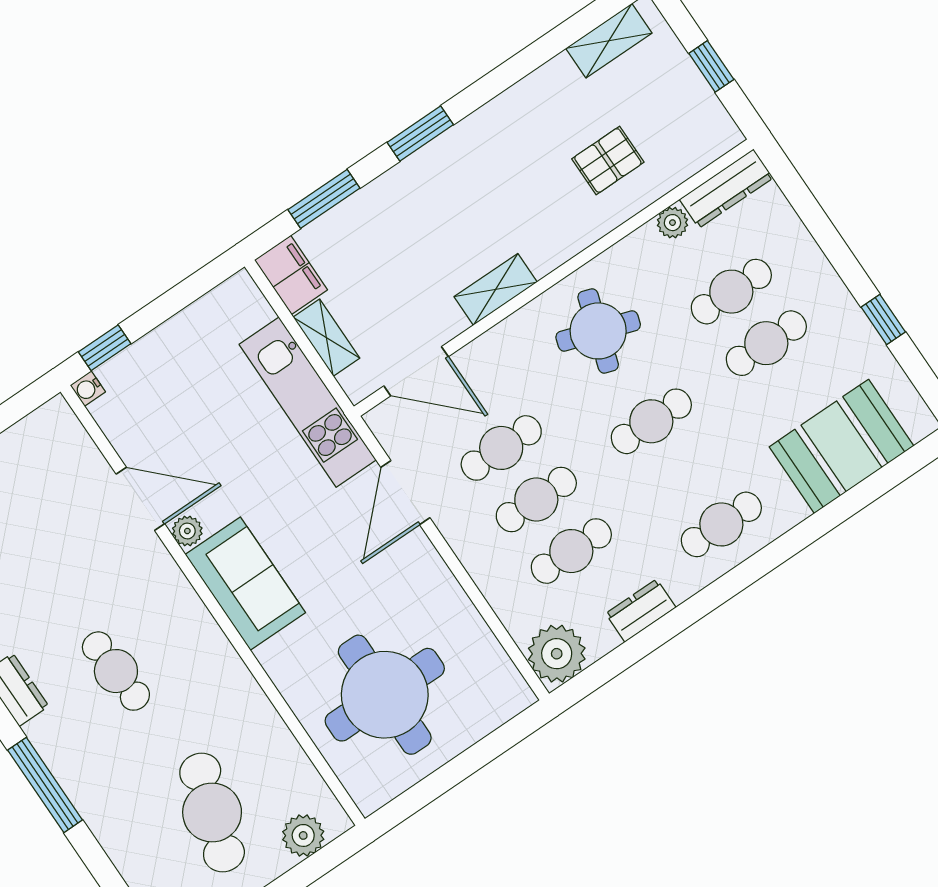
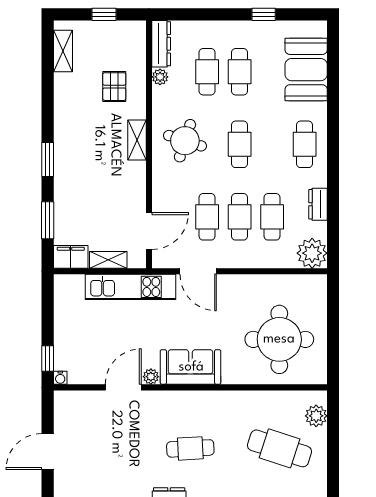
shelving: (496, 289) -> (137, 140), moved

